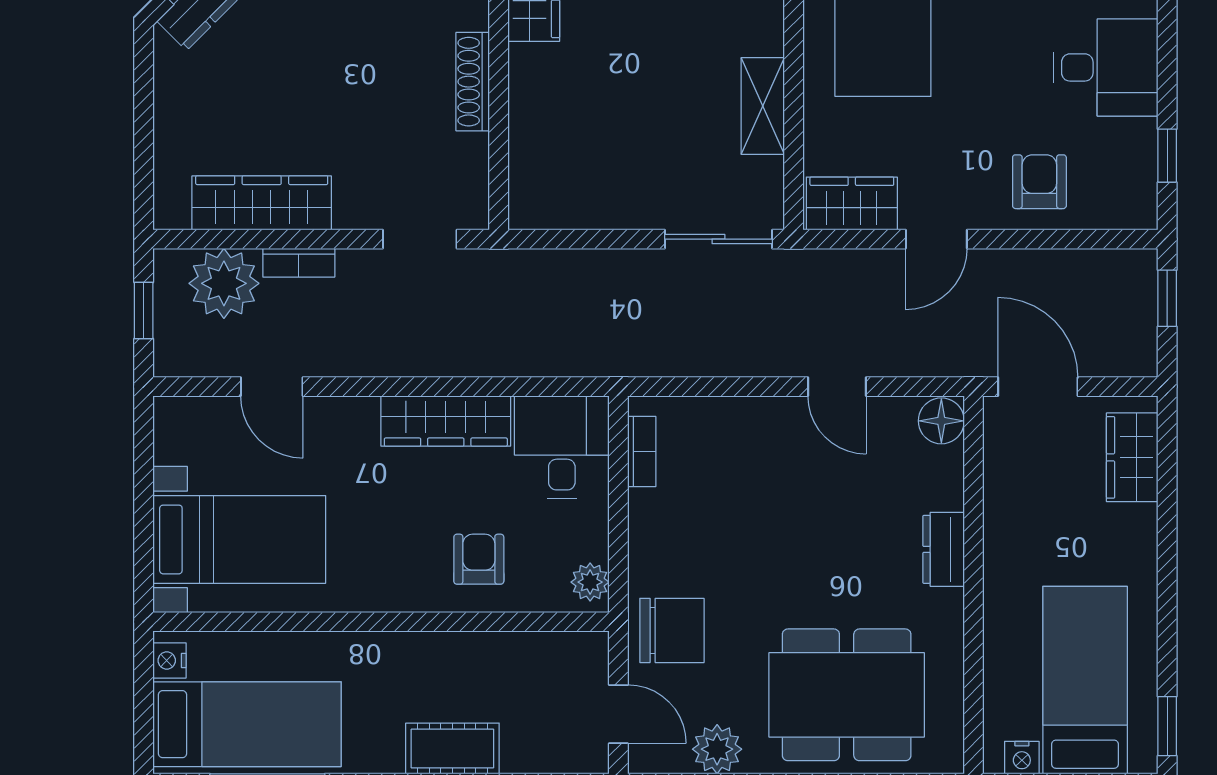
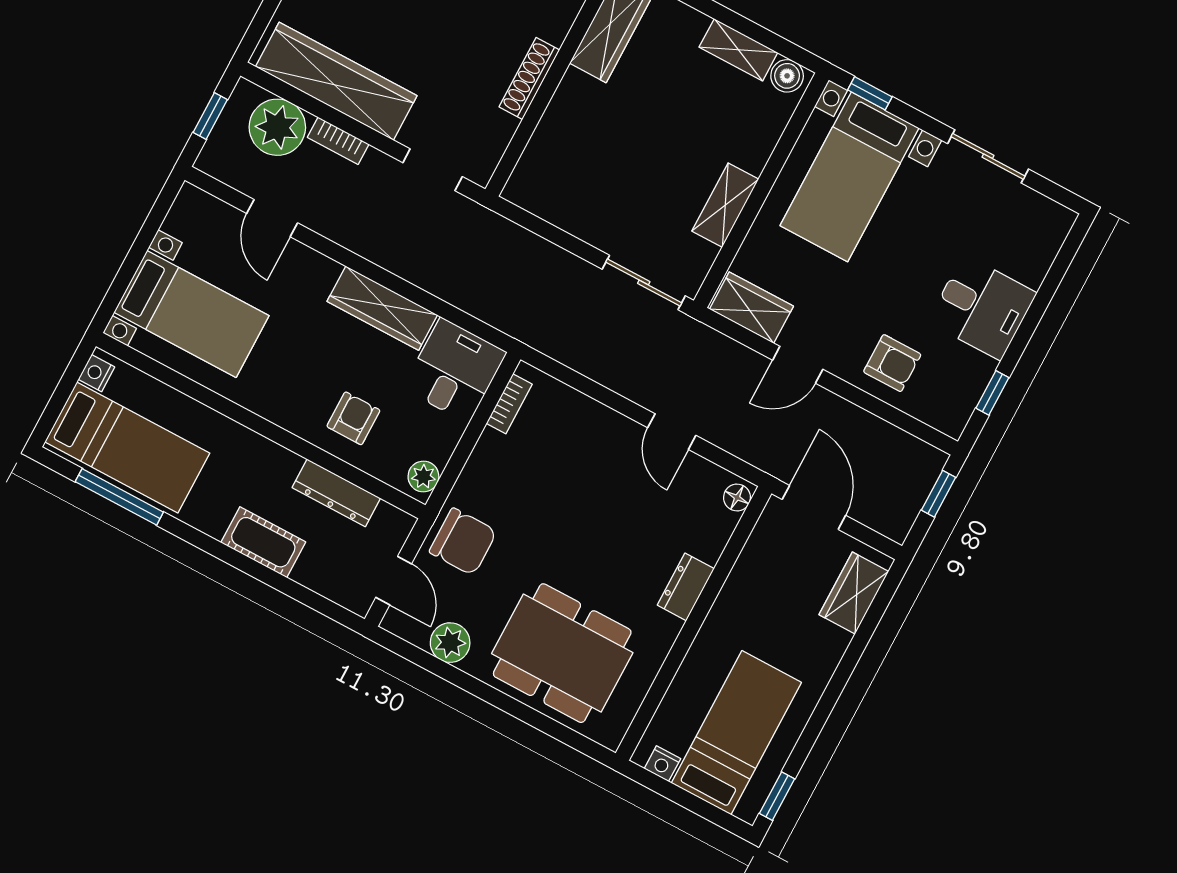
armchair: (1039, 182) -> (892, 363), turned 90
wardrobe: (262, 203) -> (336, 81), width x1.40, depth x1.17
floor lamp: (941, 421) -> (737, 498), width x0.73, depth x0.73
dresser: (504, 651) -> (336, 493), added

